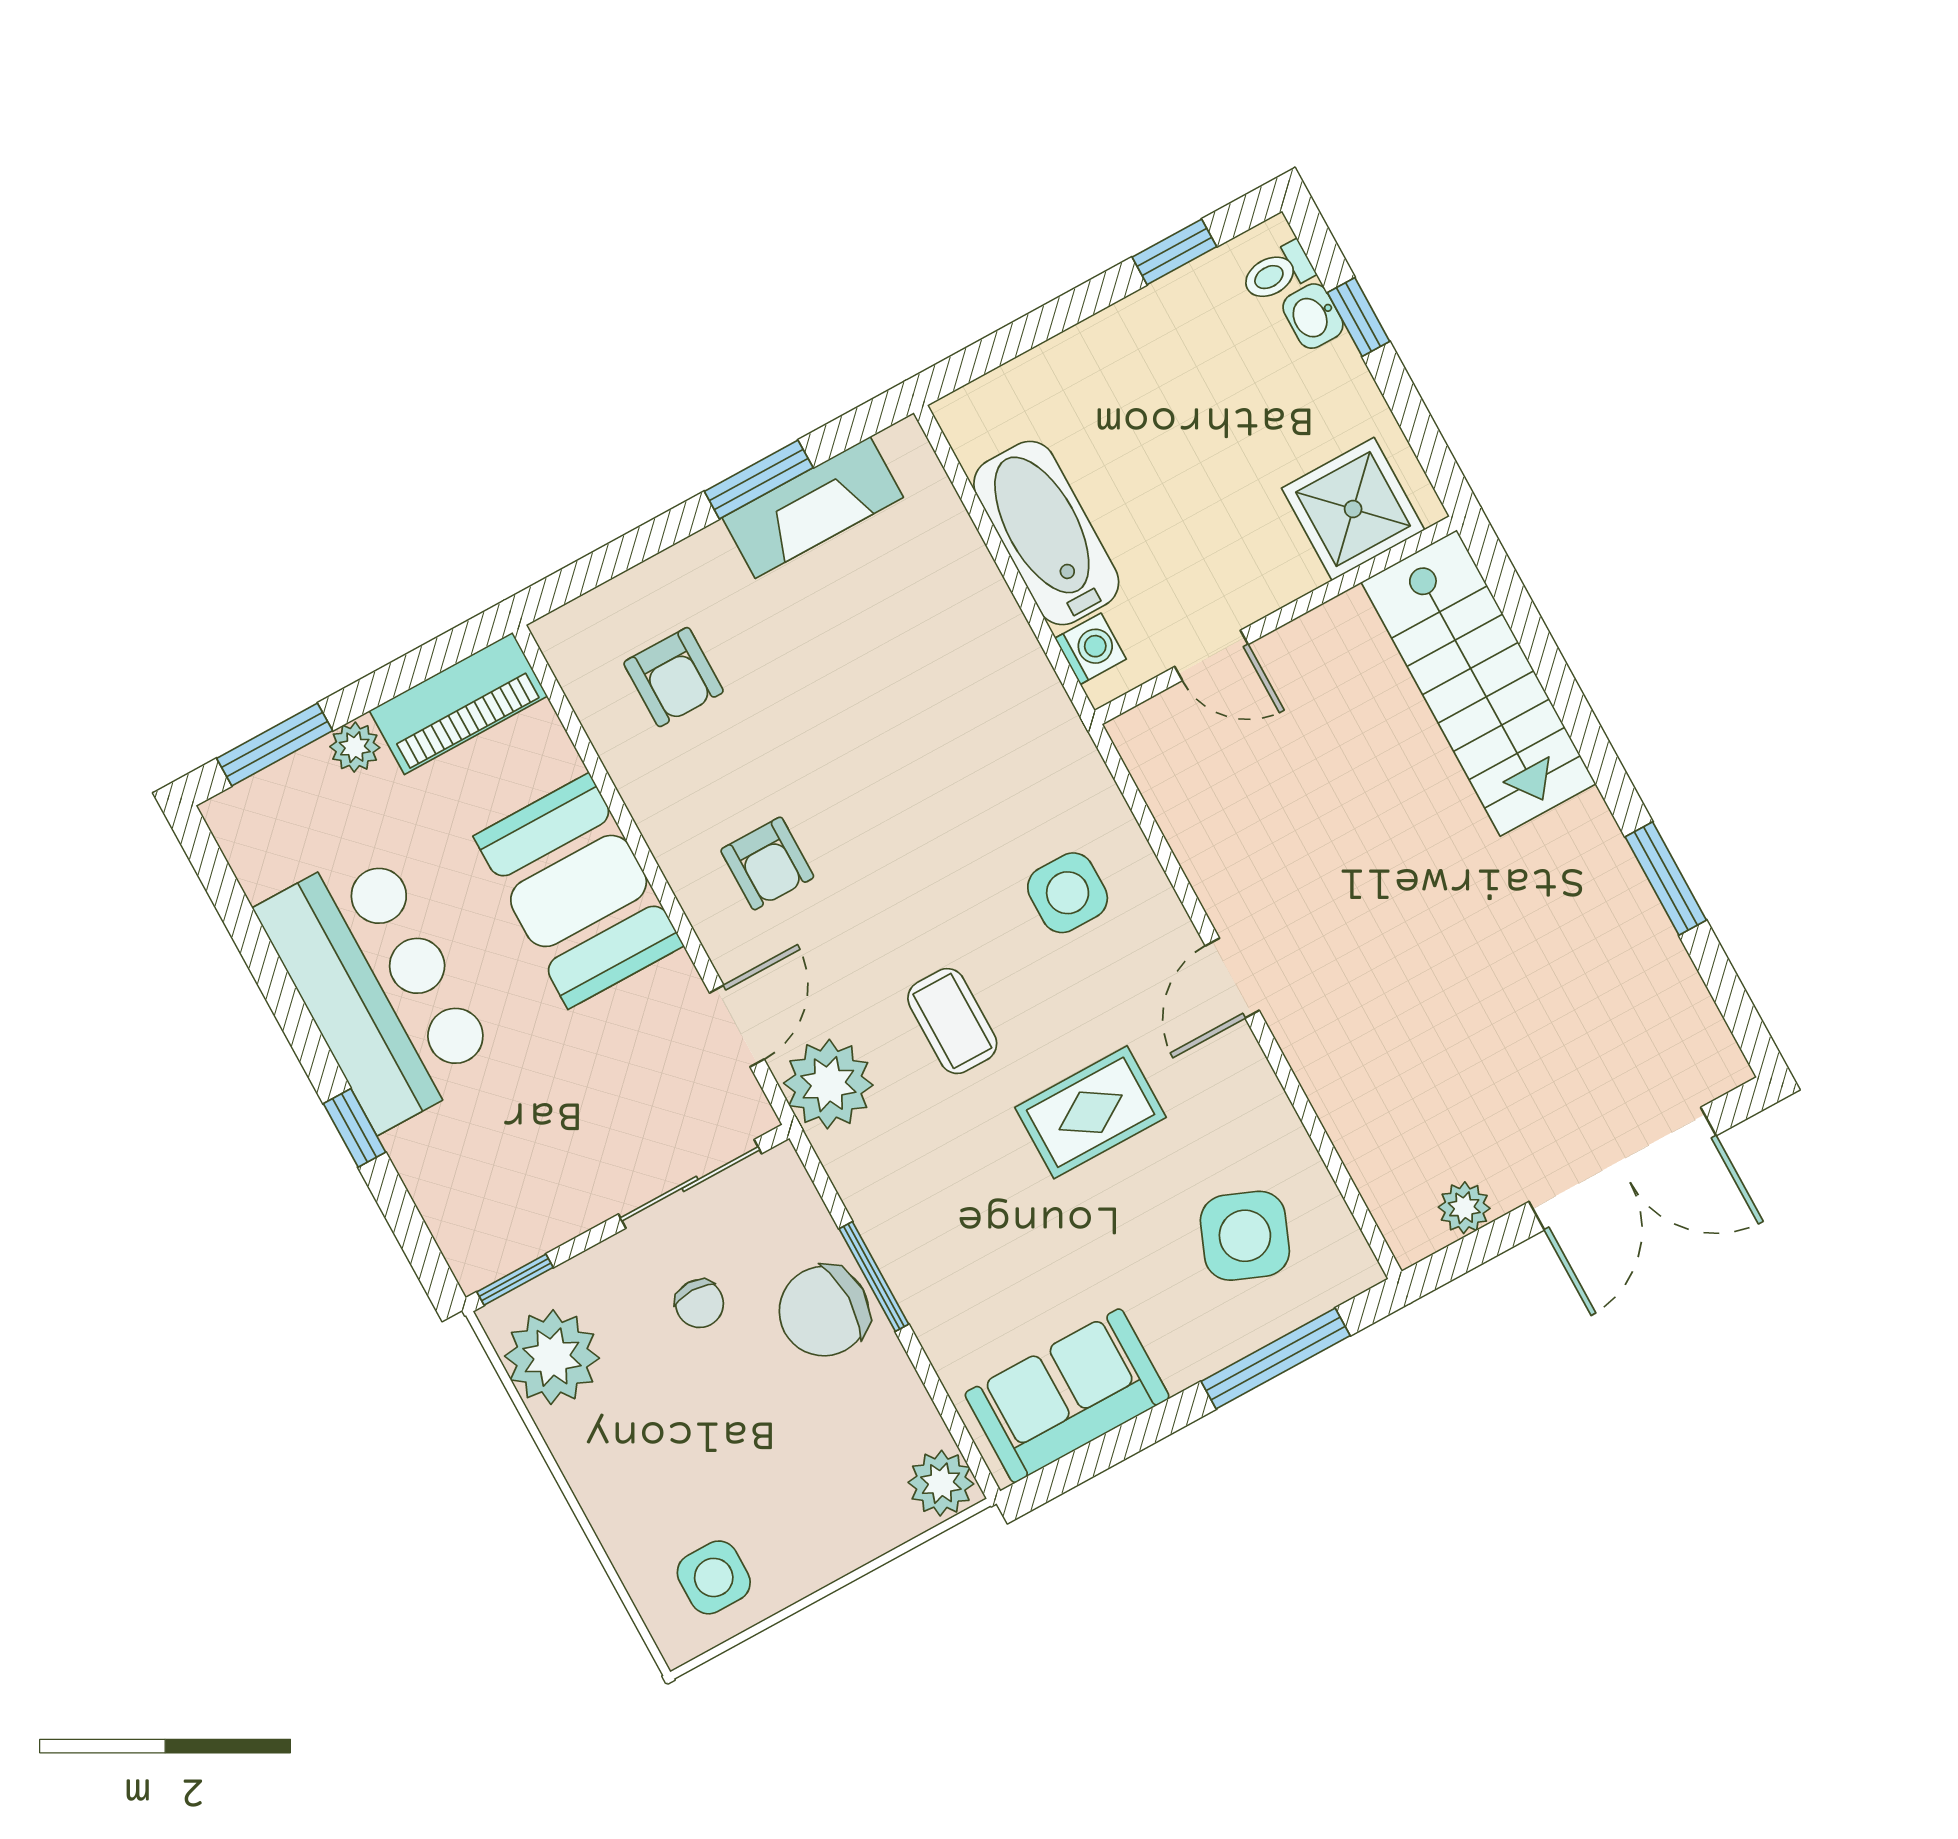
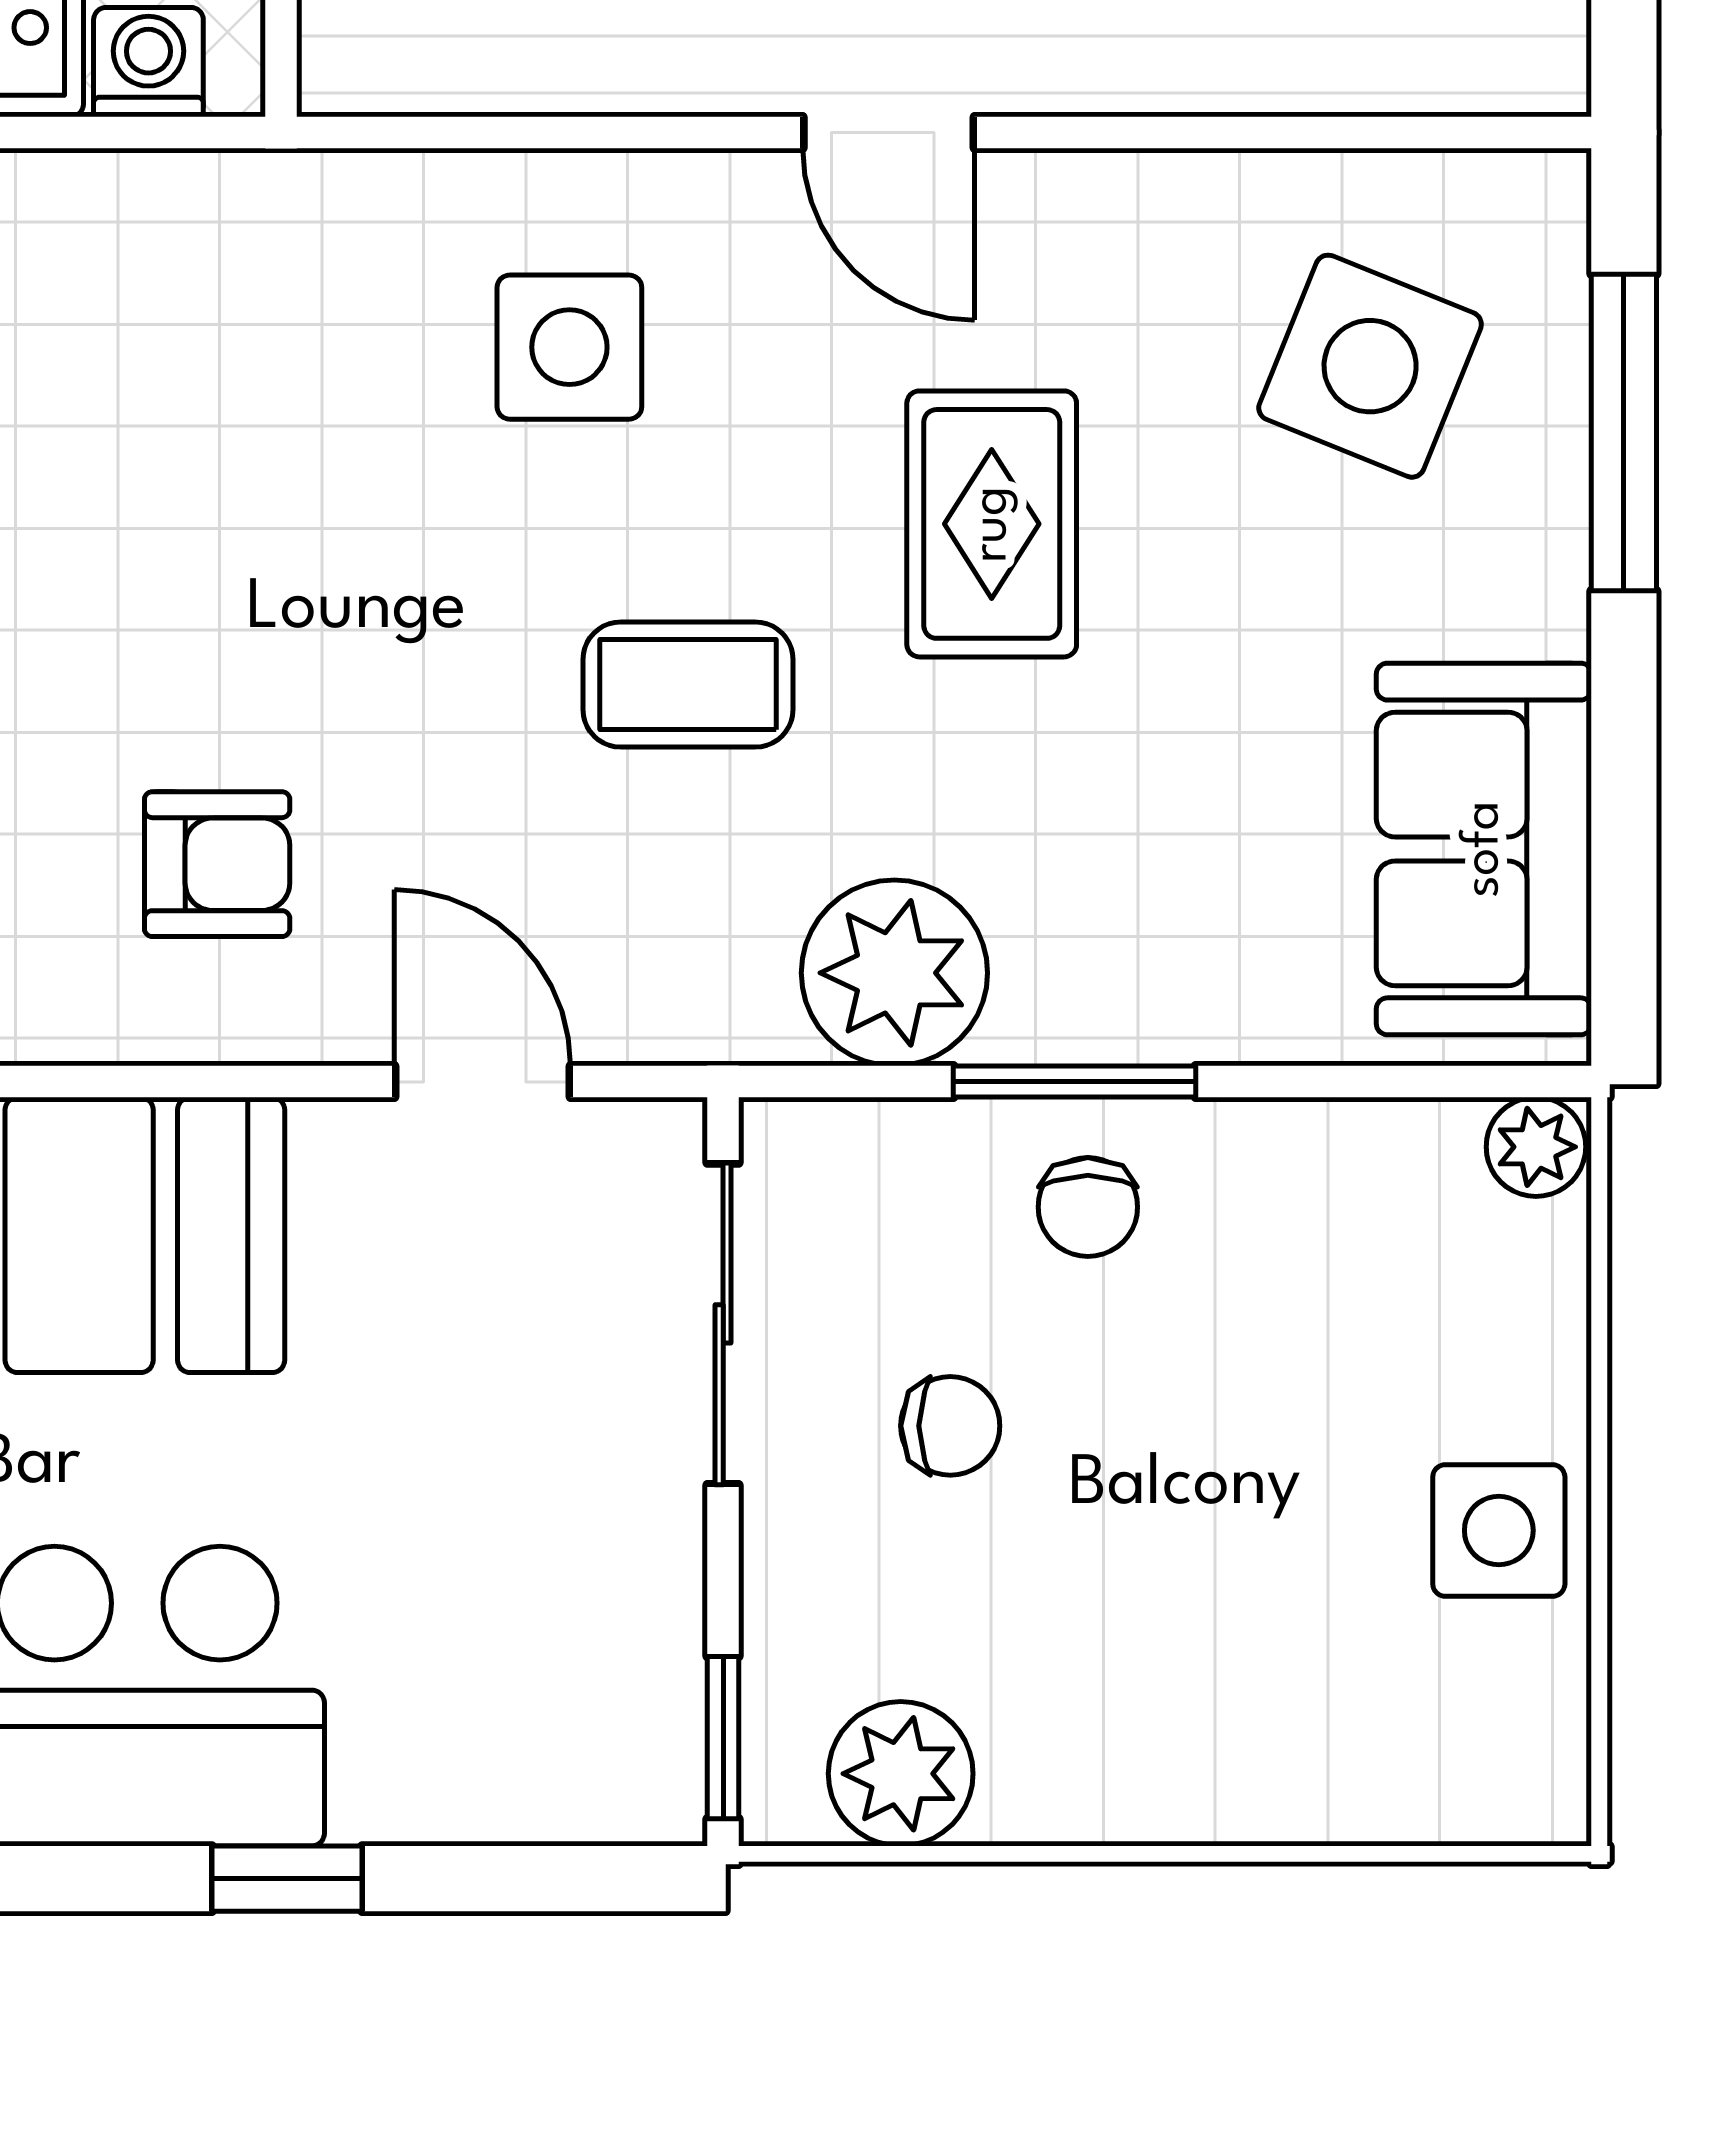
plant: (828, 1084) -> (894, 973), moved
chair: (824, 1311) -> (1088, 1207), width x0.54, depth x0.54
plant: (552, 1357) -> (901, 1774), width x0.73, depth x0.73
plant: (941, 1483) -> (1536, 1147), width x0.73, depth x0.73
side table: (714, 1577) -> (1499, 1530), moved

